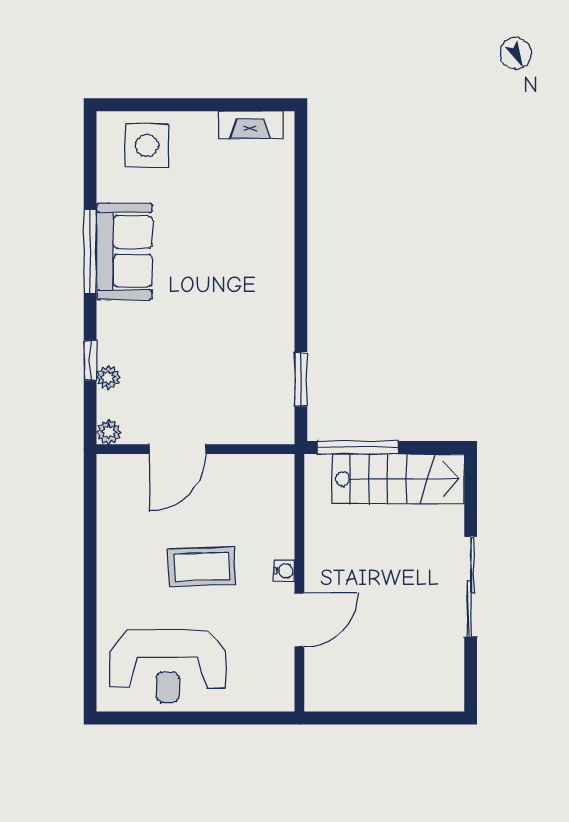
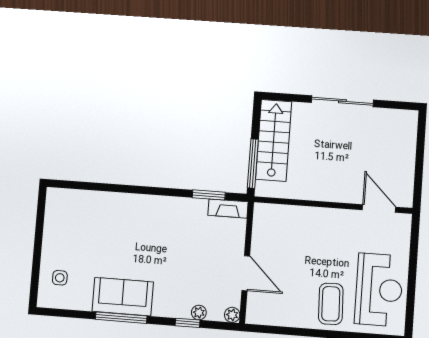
fireplace: (251, 125) -> (228, 209), moved, turned 90
side table: (147, 146) -> (60, 278), width x0.54, depth x0.54
coffee table: (202, 567) -> (331, 304), moved
water cooler: (284, 571) -> (325, 214), removed
door: (299, 620) -> (379, 208), moved

